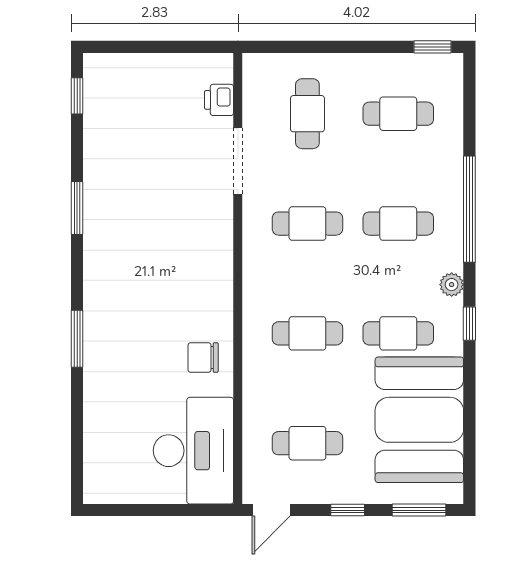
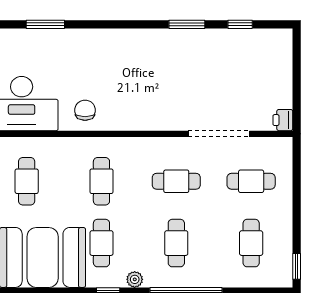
window: (77, 96) -> (240, 24), moved
printer: (219, 100) -> (283, 120), moved, turned -90
doorway: (238, 161) -> (219, 134), width x1.36
cafe table: (307, 224) -> (176, 181), turned 90
window: (77, 339) -> (45, 24), moved

